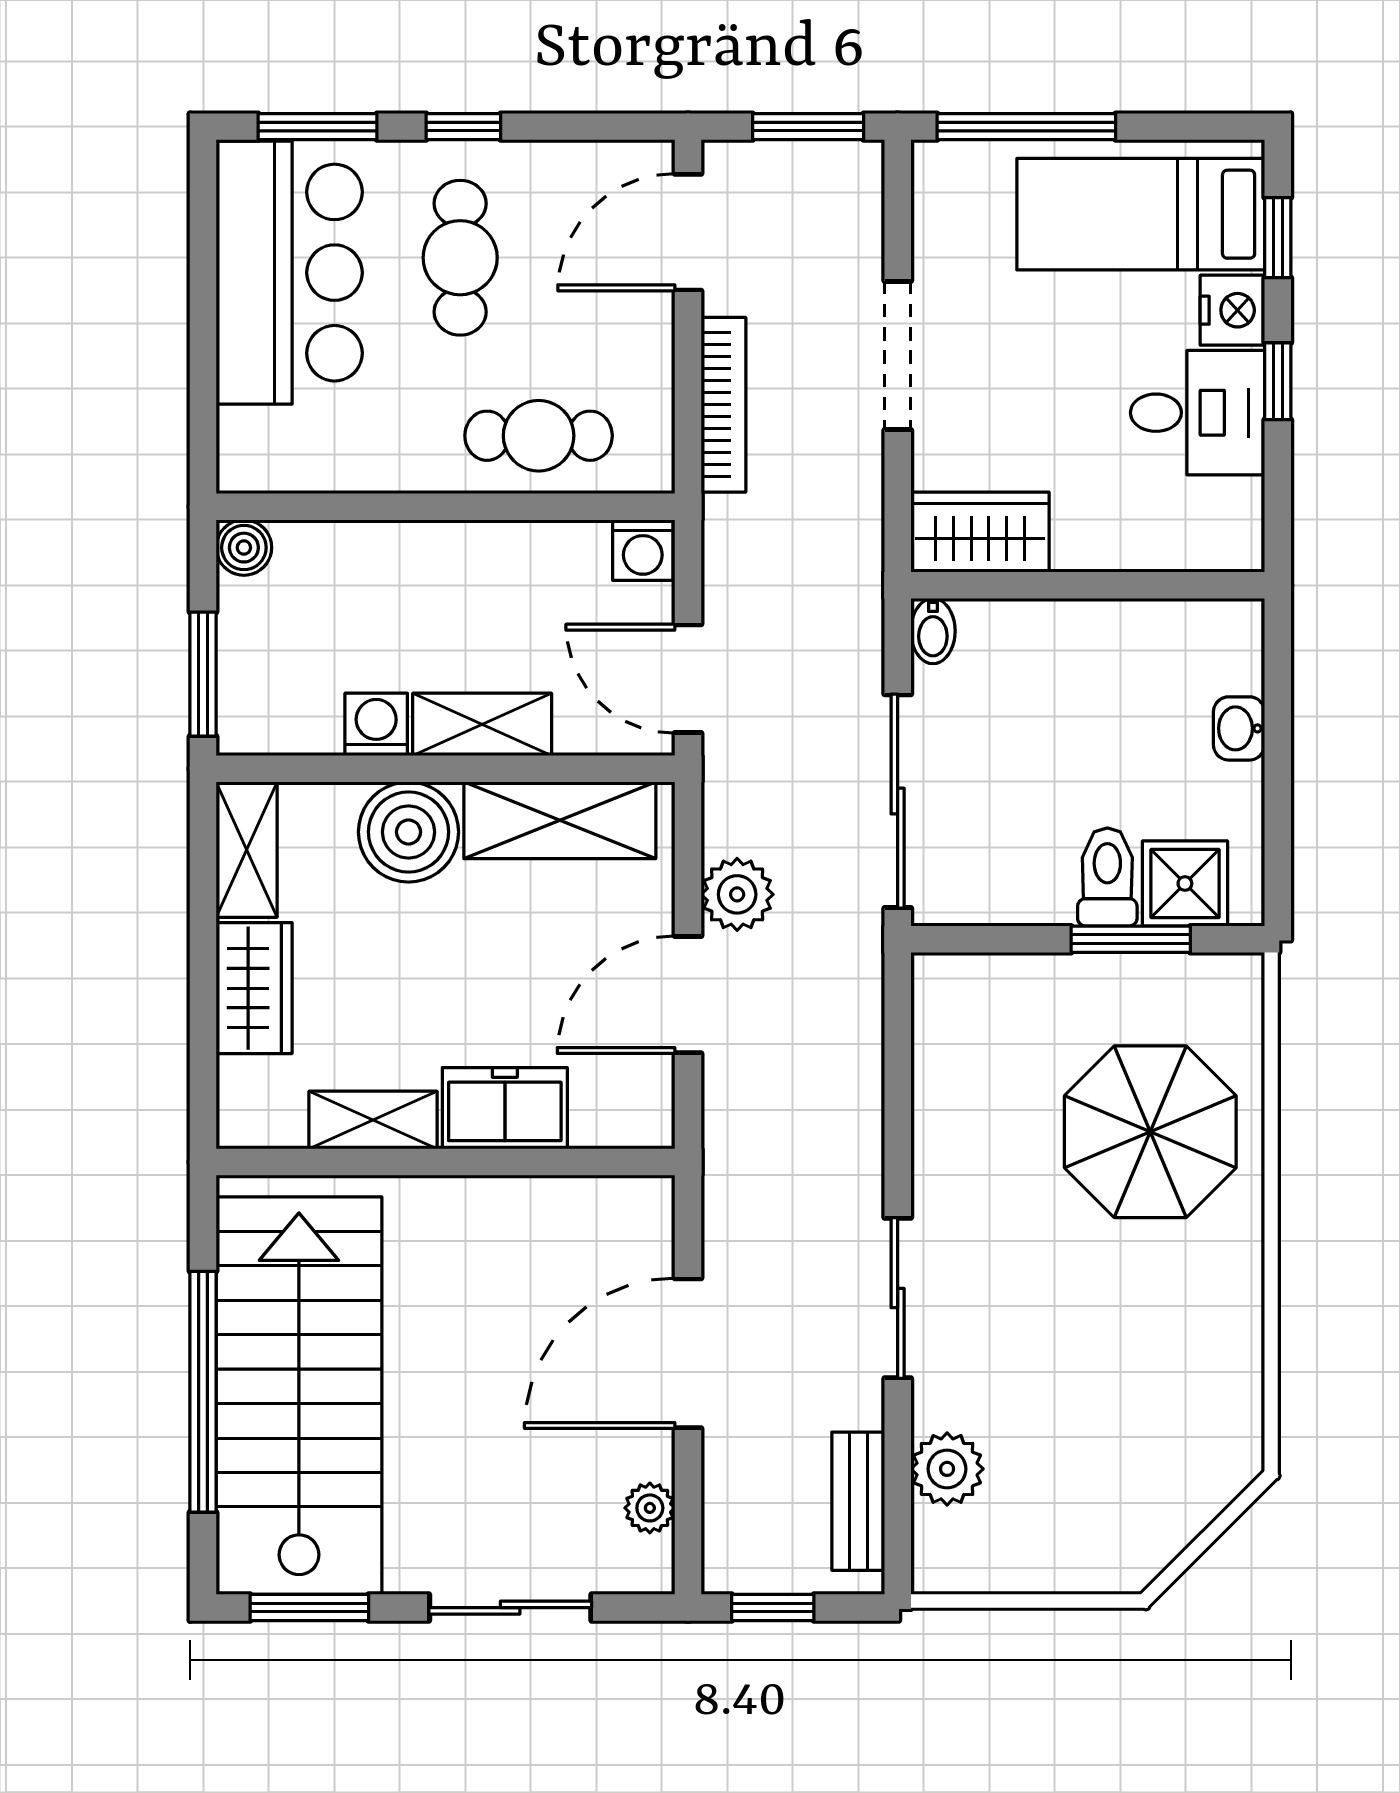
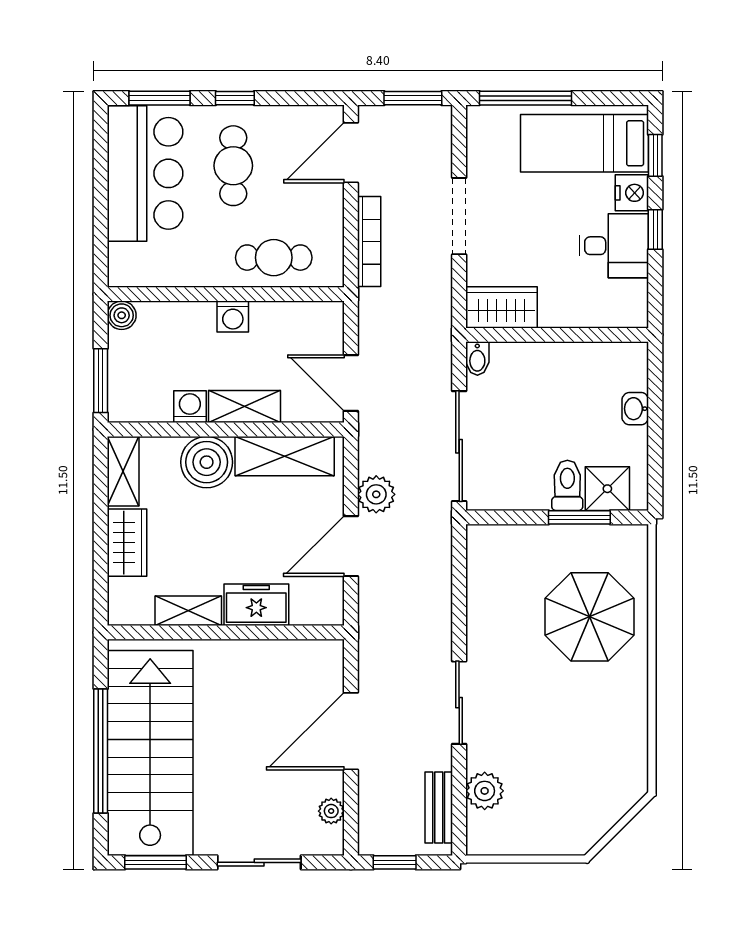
washing machine: (643, 550) -> (233, 317), moved

